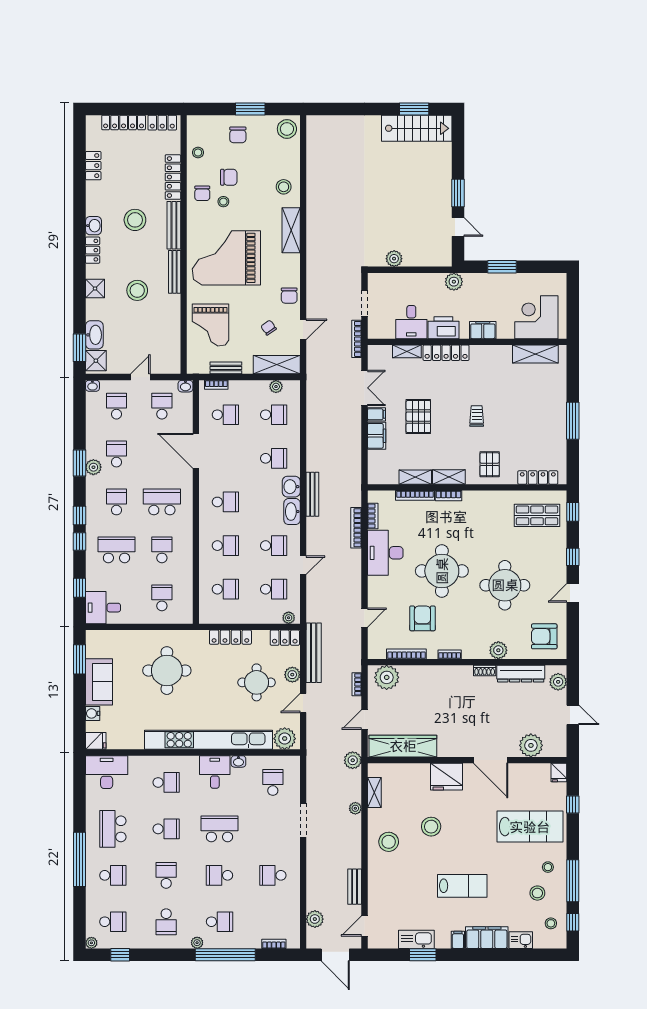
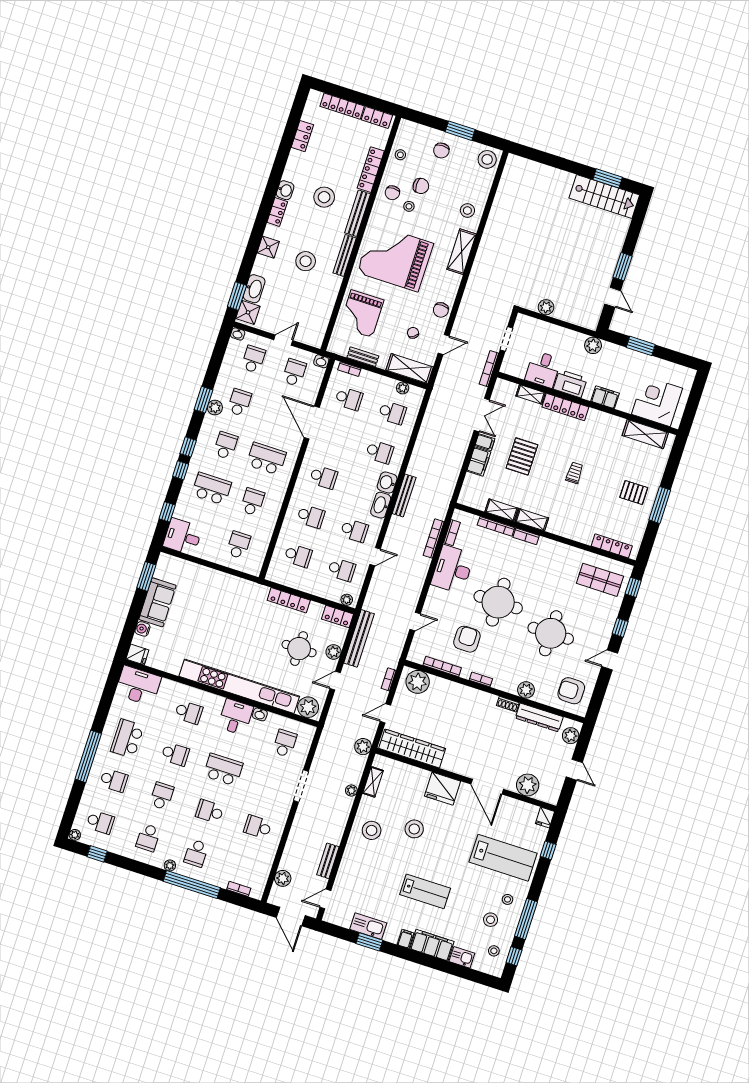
pallet: (490, 464) -> (634, 493), moved, turned 90
round table: (167, 671) -> (222, 612), removed
school desk: (219, 922) -> (196, 853), turned 90

